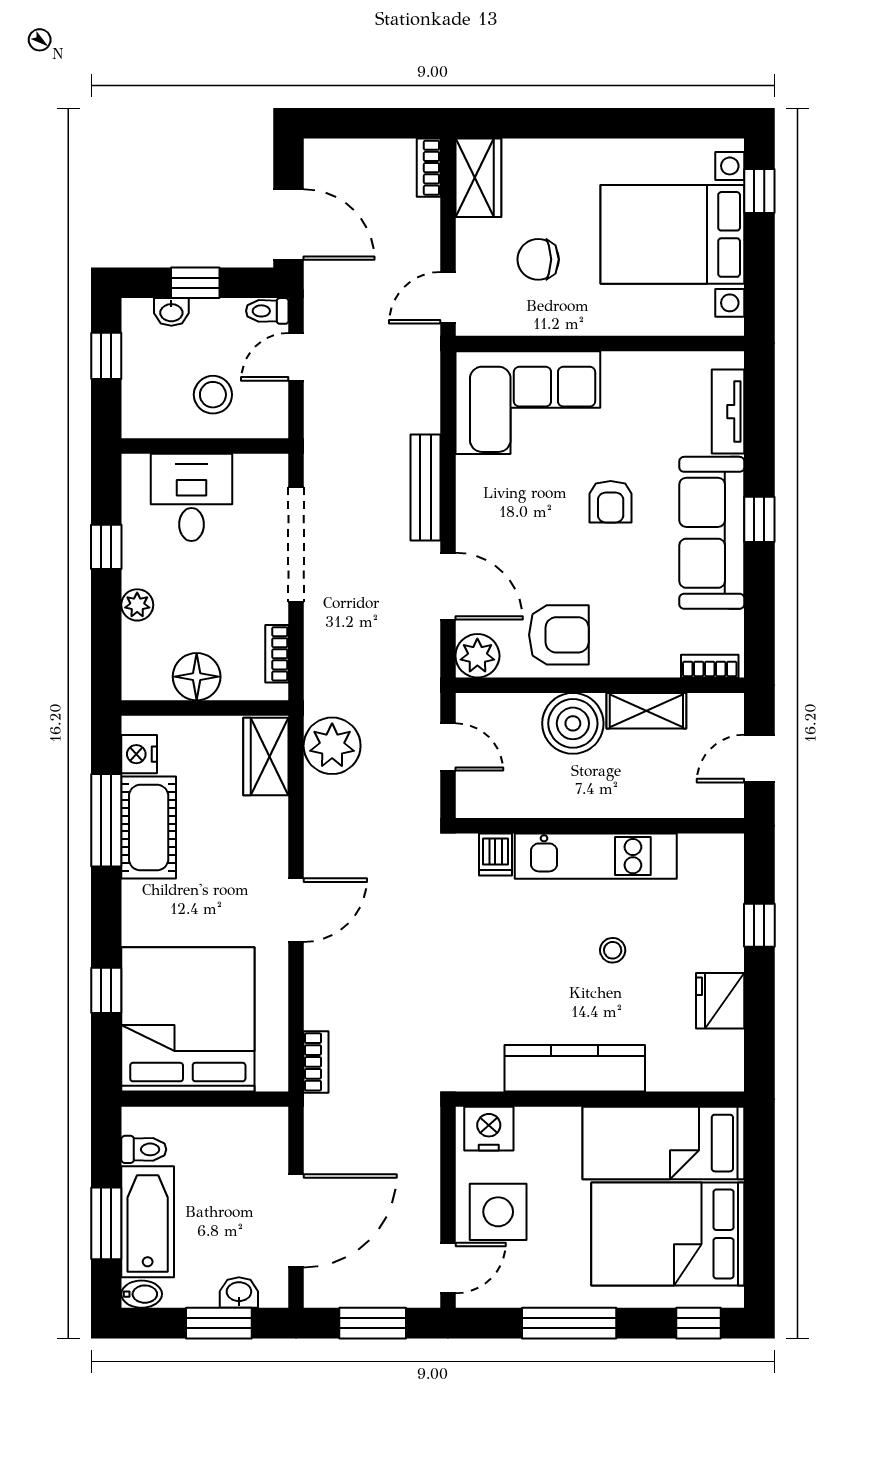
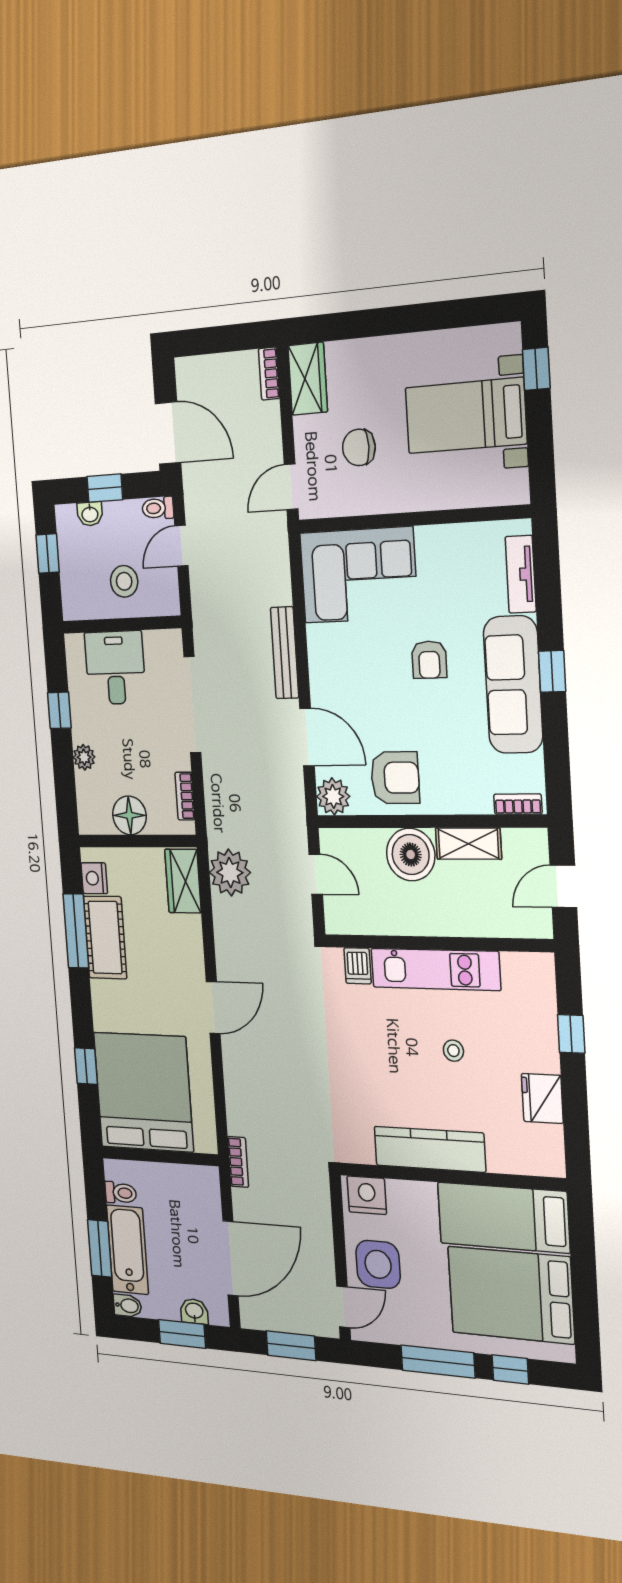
bed with nightstands: (672, 234) -> (466, 416), width x0.73
bookcase: (316, 1062) -> (238, 1162), moved
window: (698, 1323) -> (510, 1369), moved

